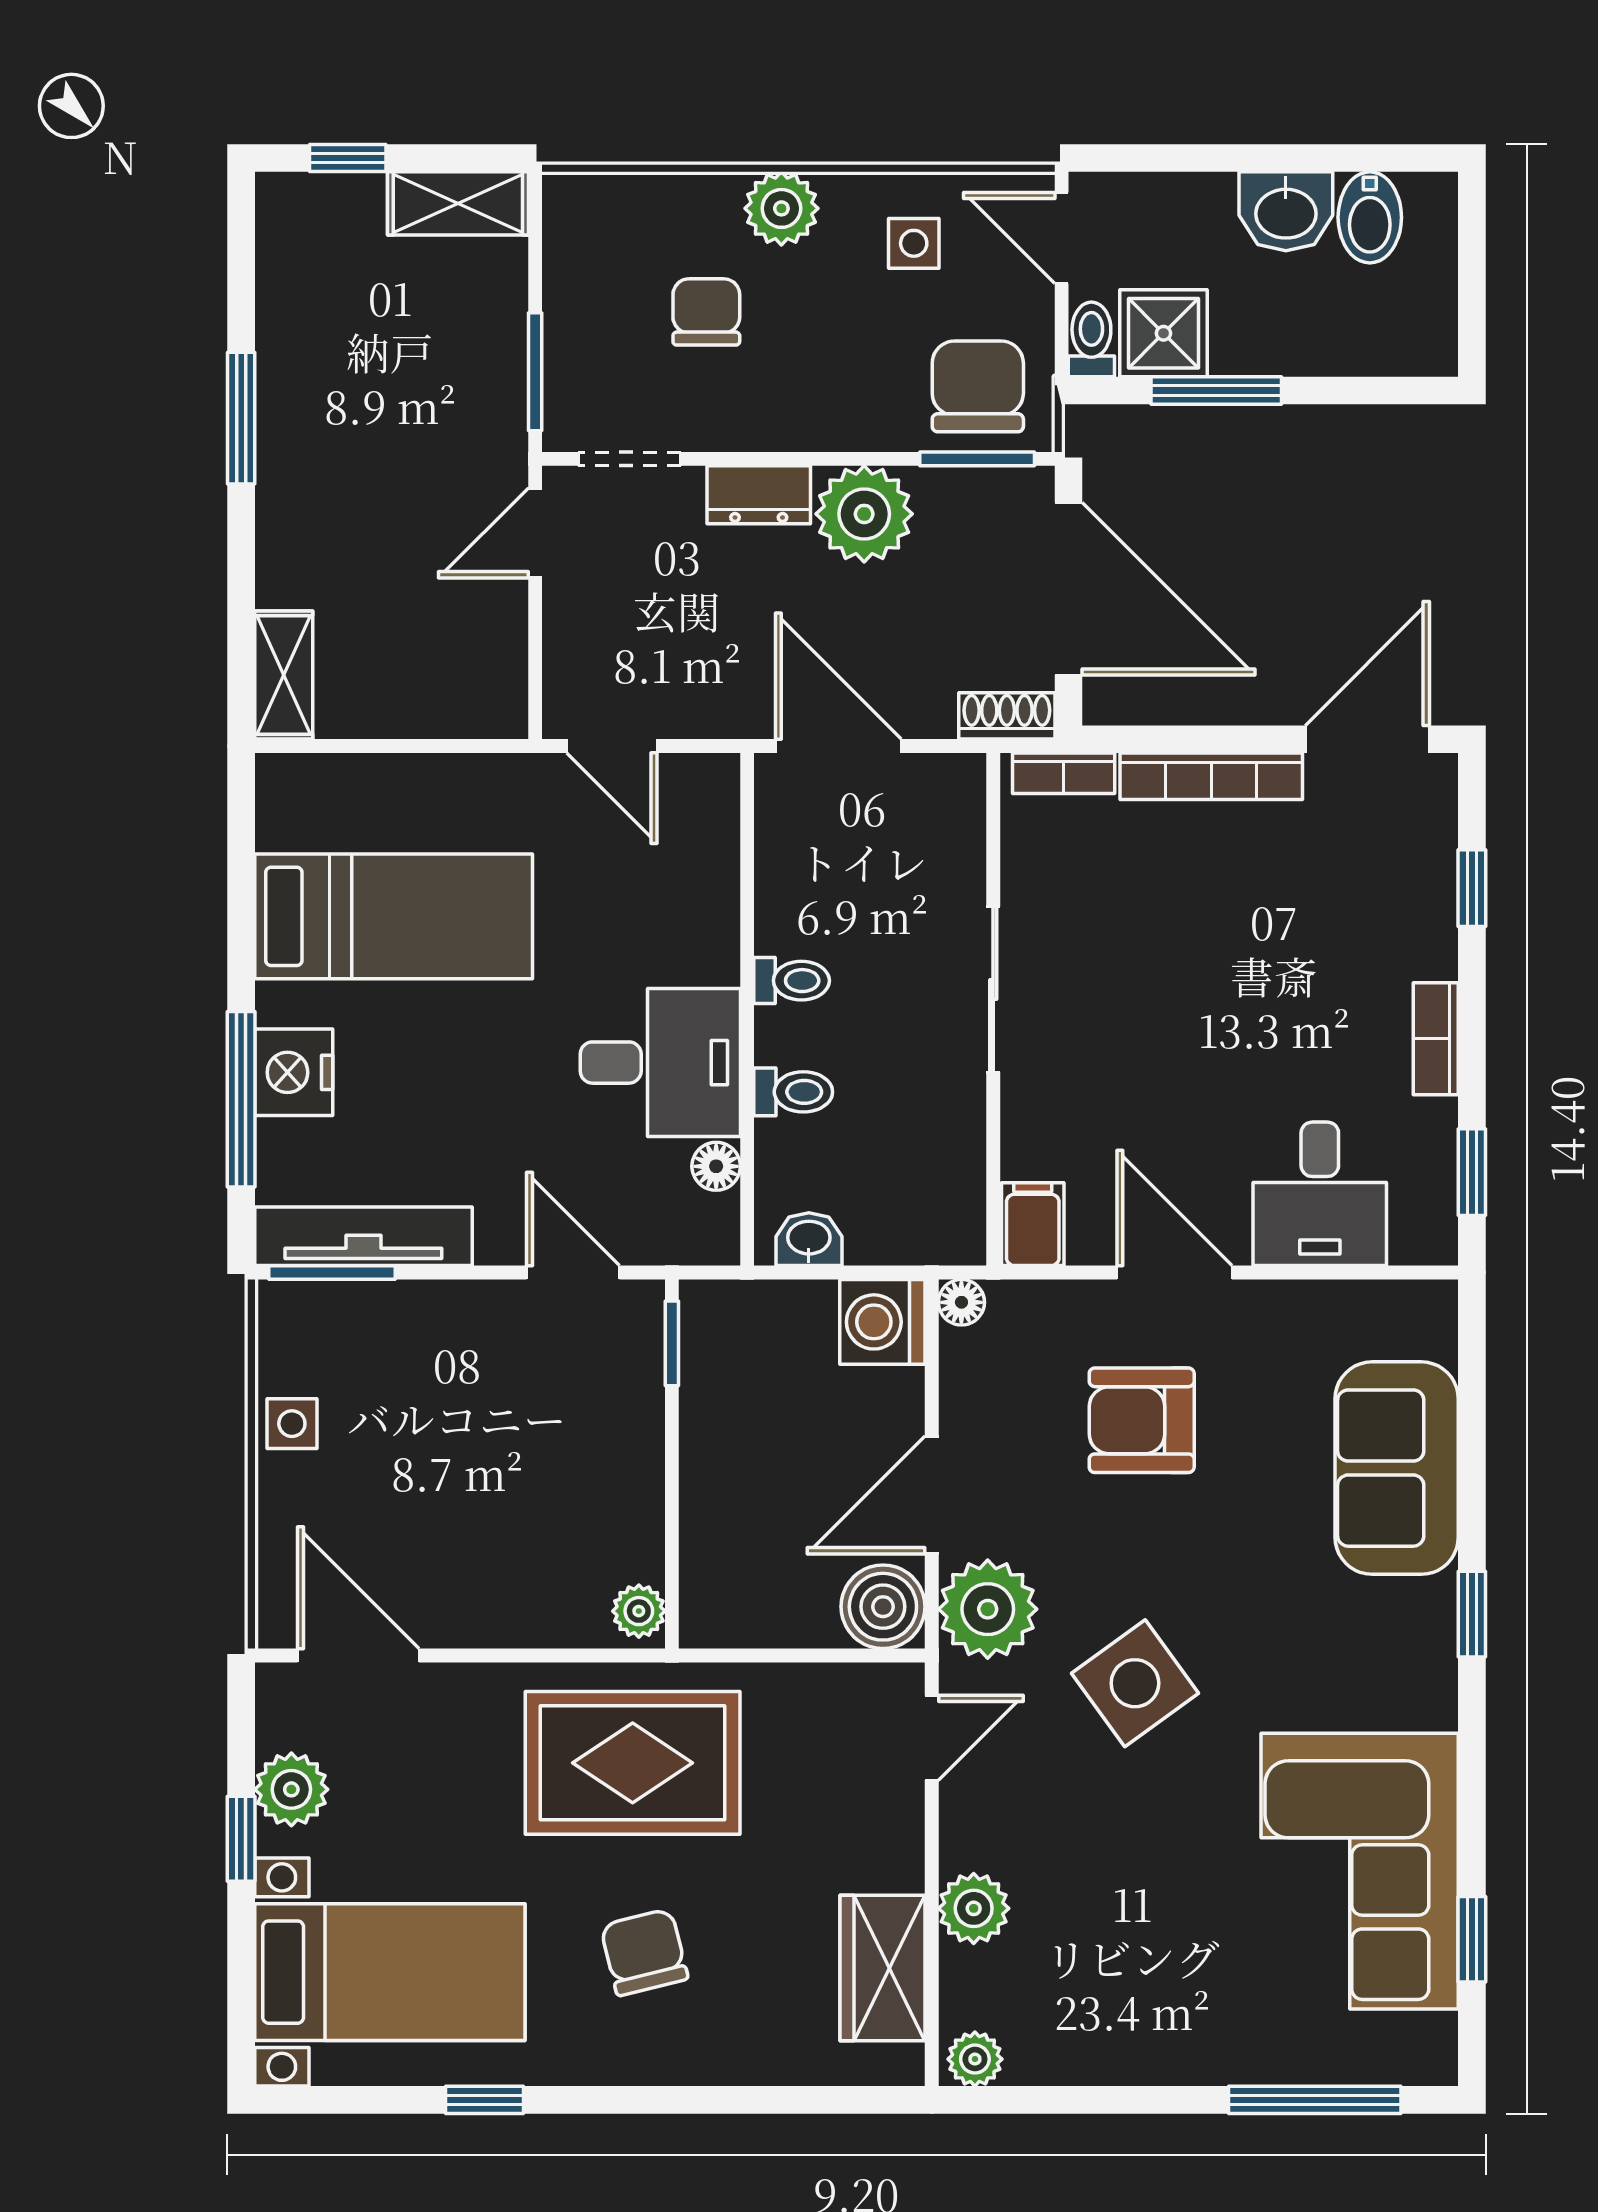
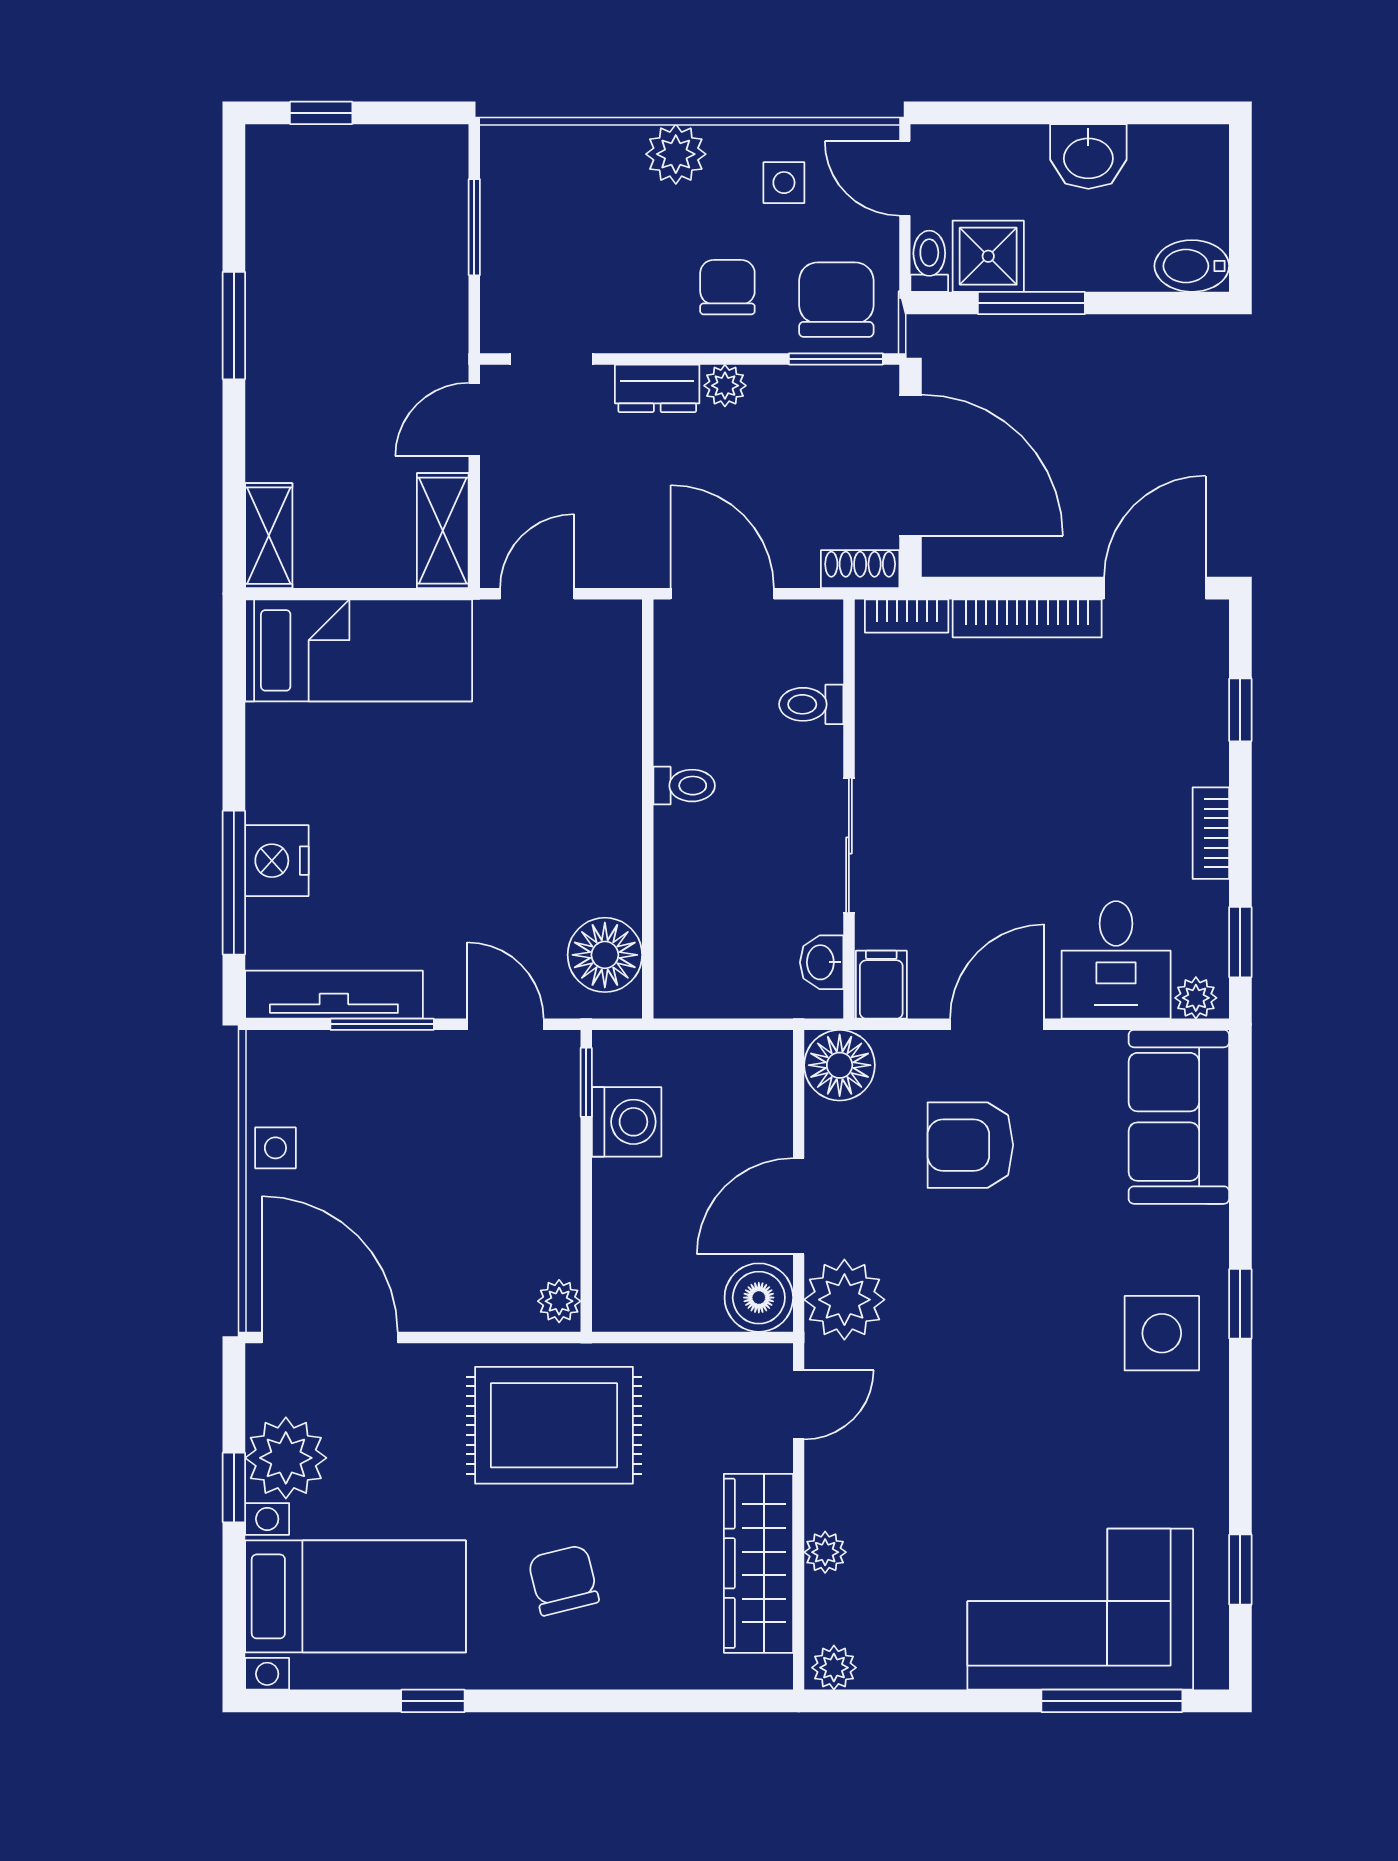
shelving: (458, 203) -> (443, 531), moved, turned 90
bidet: (1370, 217) -> (1192, 266), moved, turned 90
chair: (706, 312) -> (727, 287), moved
window: (535, 372) -> (474, 227), moved
plant: (864, 514) -> (725, 386), width x0.53, depth x0.53
door: (612, 746) -> (537, 594), swing flipped
bed: (394, 916) -> (359, 650), moved
sliding door: (993, 990) -> (849, 845), moved
desk: (660, 1063) -> (577, 853), removed
toilet: (793, 1092) -> (811, 704), moved, turned 180
floor lamp: (716, 1166) -> (605, 955), width x1.89, depth x1.89
washbasin: (809, 1239) -> (822, 962), moved, turned -90
plant: (1417, 1240) -> (1196, 998), added
window: (332, 1273) -> (382, 1024), moved
door: (1175, 1273) -> (997, 1024), hinge flipped
floor lamp: (961, 1302) -> (840, 1065), width x1.89, depth x1.89
washing machine: (882, 1322) -> (627, 1122), moved, turned 180
sofa: (1397, 1468) -> (1179, 1117), moved
door: (358, 1655) -> (330, 1337), width x1.36
side table: (1135, 1683) -> (1162, 1333), moved, turned 36
plant: (291, 1789) -> (286, 1458), width x1.36, depth x1.36
corner sofa: (1360, 1871) -> (1080, 1609), moved, turned 90
plant: (974, 1908) -> (825, 1552), width x0.73, depth x0.73
wardrobe: (883, 1968) -> (758, 1563), width x1.50

